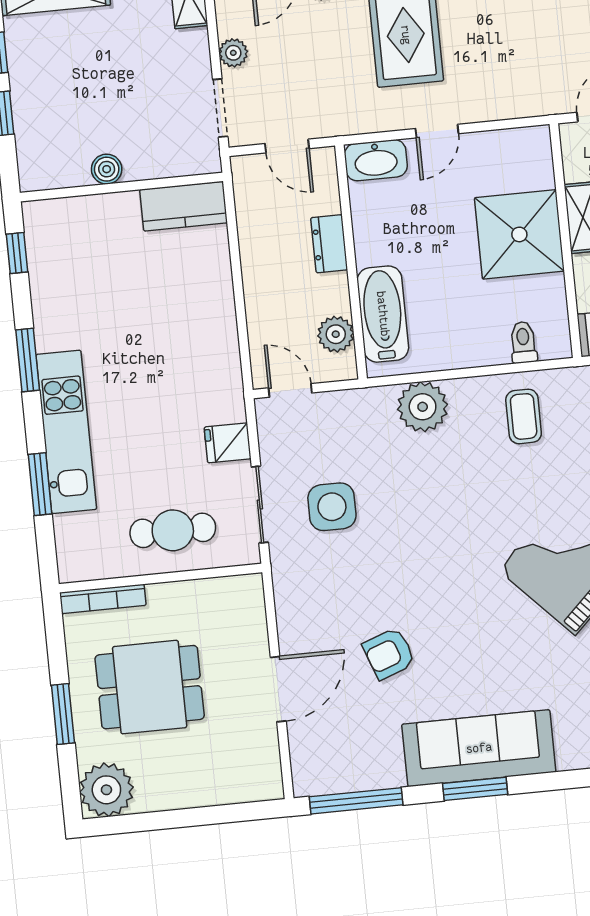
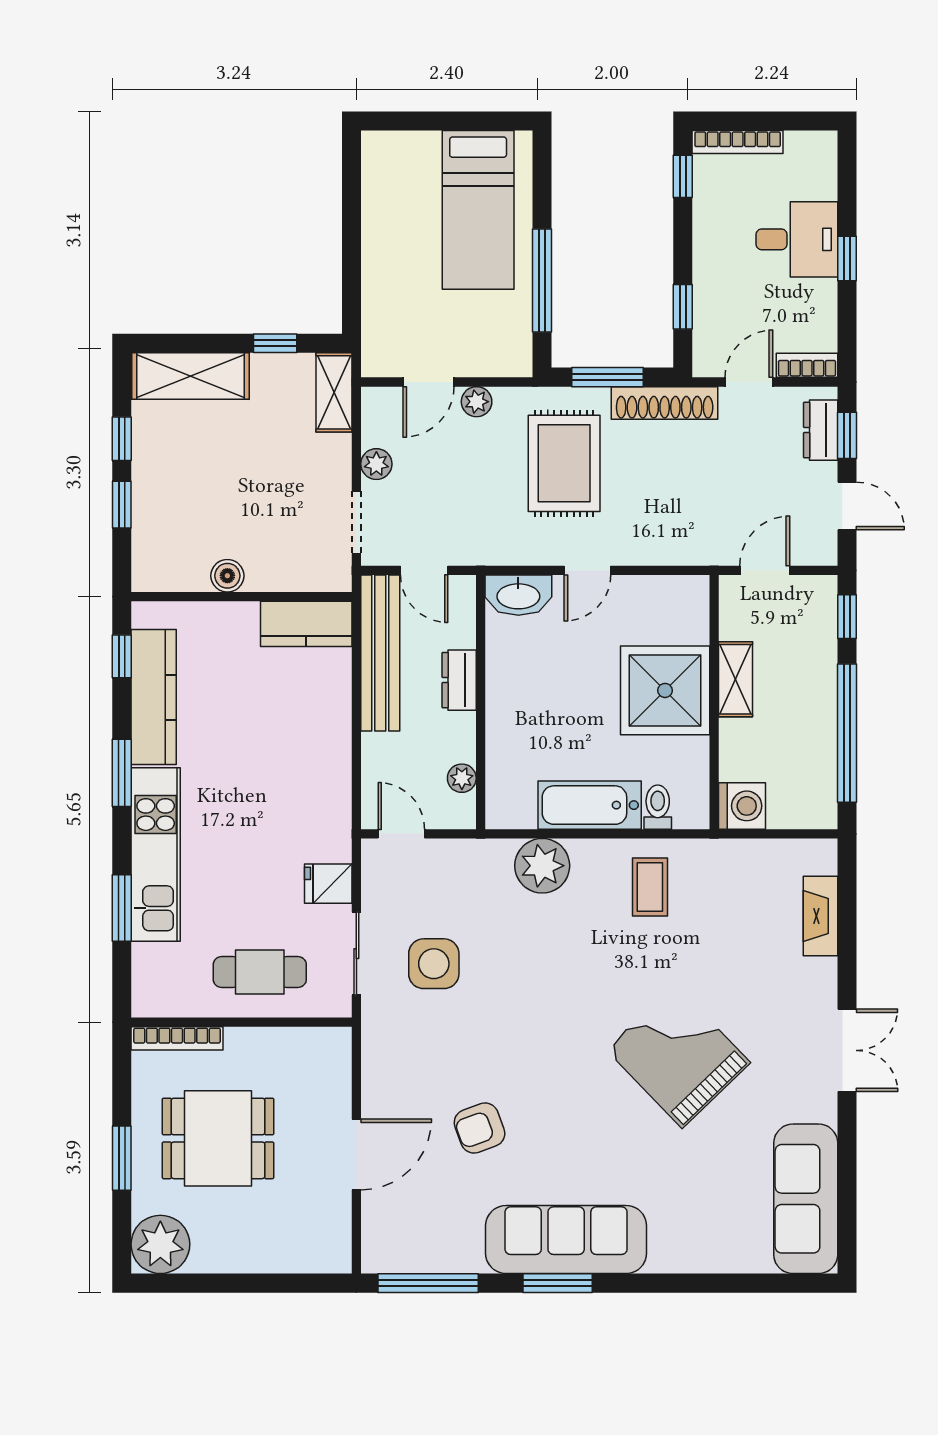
bench: (254, 226) -> (380, 653), added
kitchen counter: (50, 287) -> (154, 697), added
bathtub: (383, 314) -> (590, 805), moved, turned -90
plant: (336, 334) -> (462, 778), width x0.73, depth x0.73

